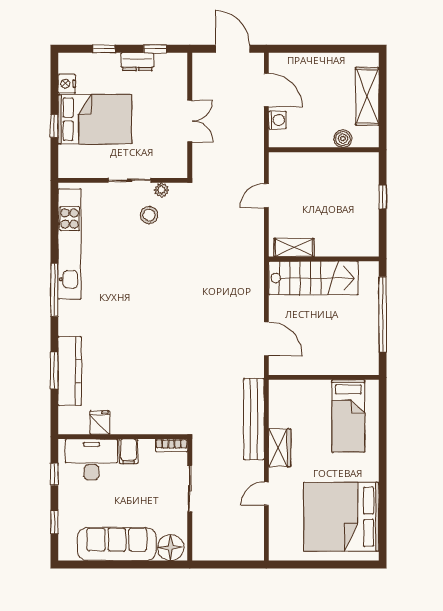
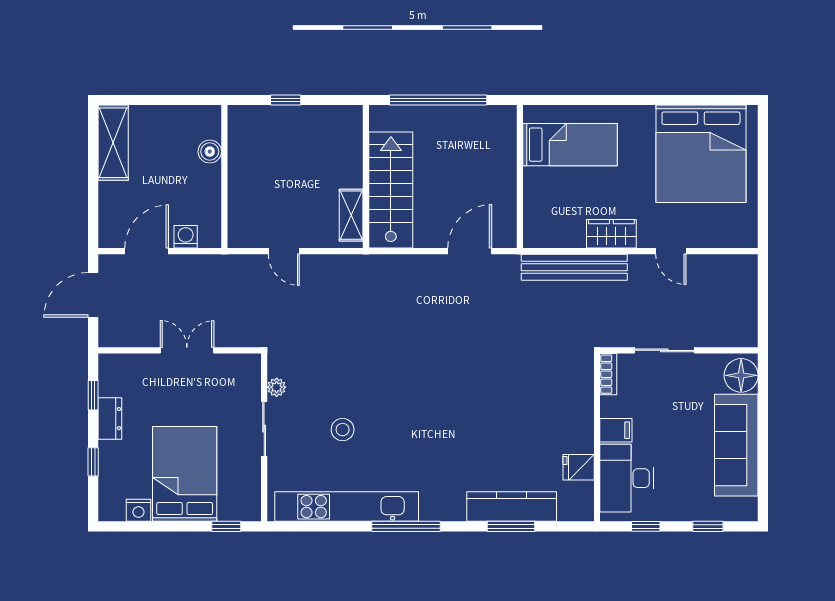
shelving: (367, 96) -> (113, 143), moved, turned 90
window: (54, 126) -> (226, 526), moved
stool: (149, 215) -> (343, 430), moved

